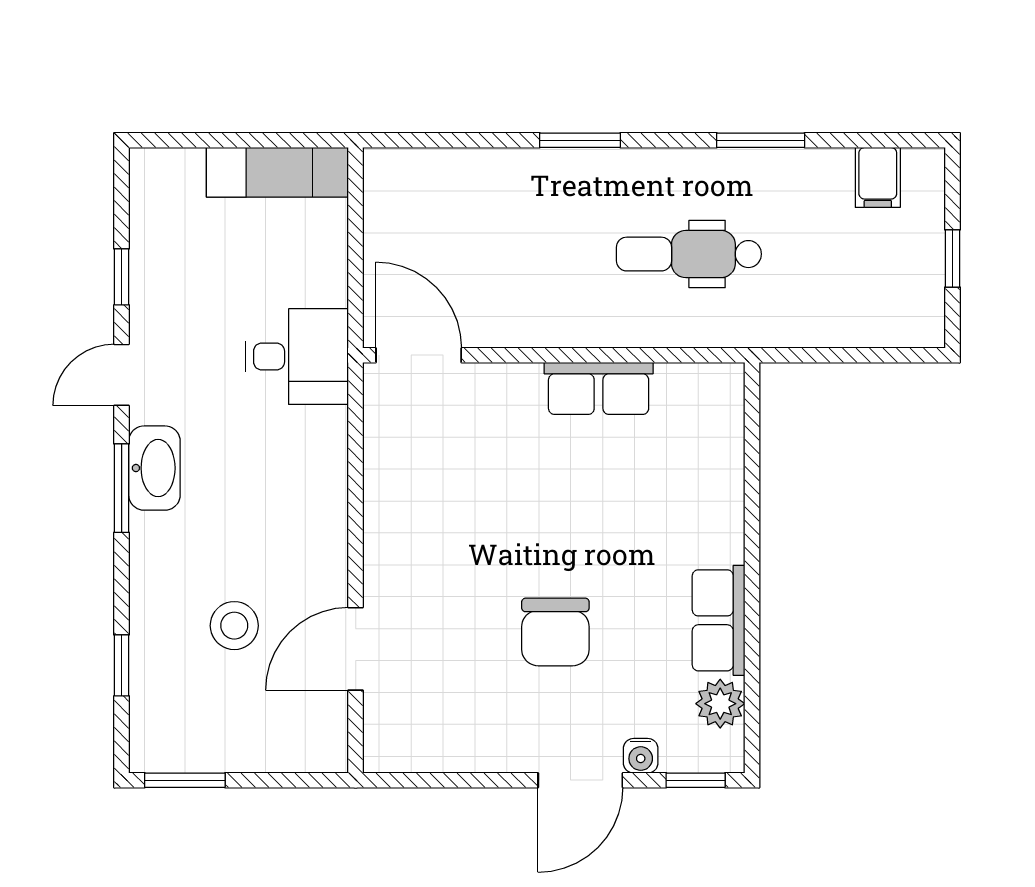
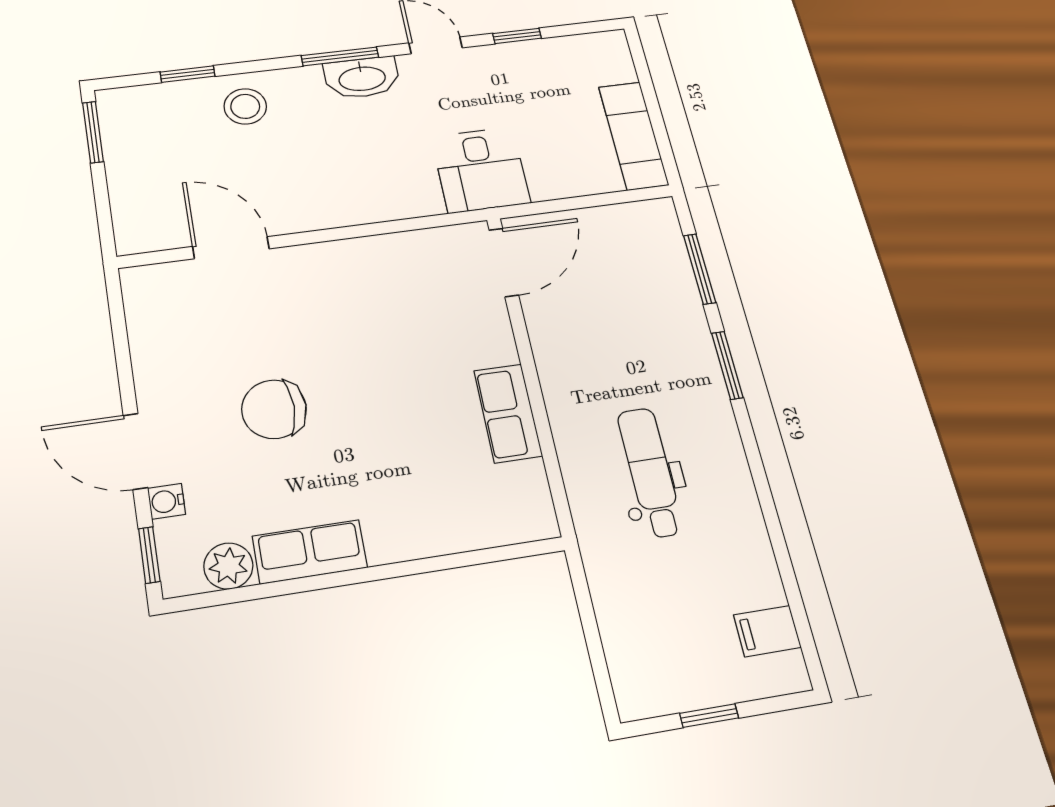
window: (761, 140) -> (700, 269), moved
stool: (234, 626) -> (245, 106), moved

